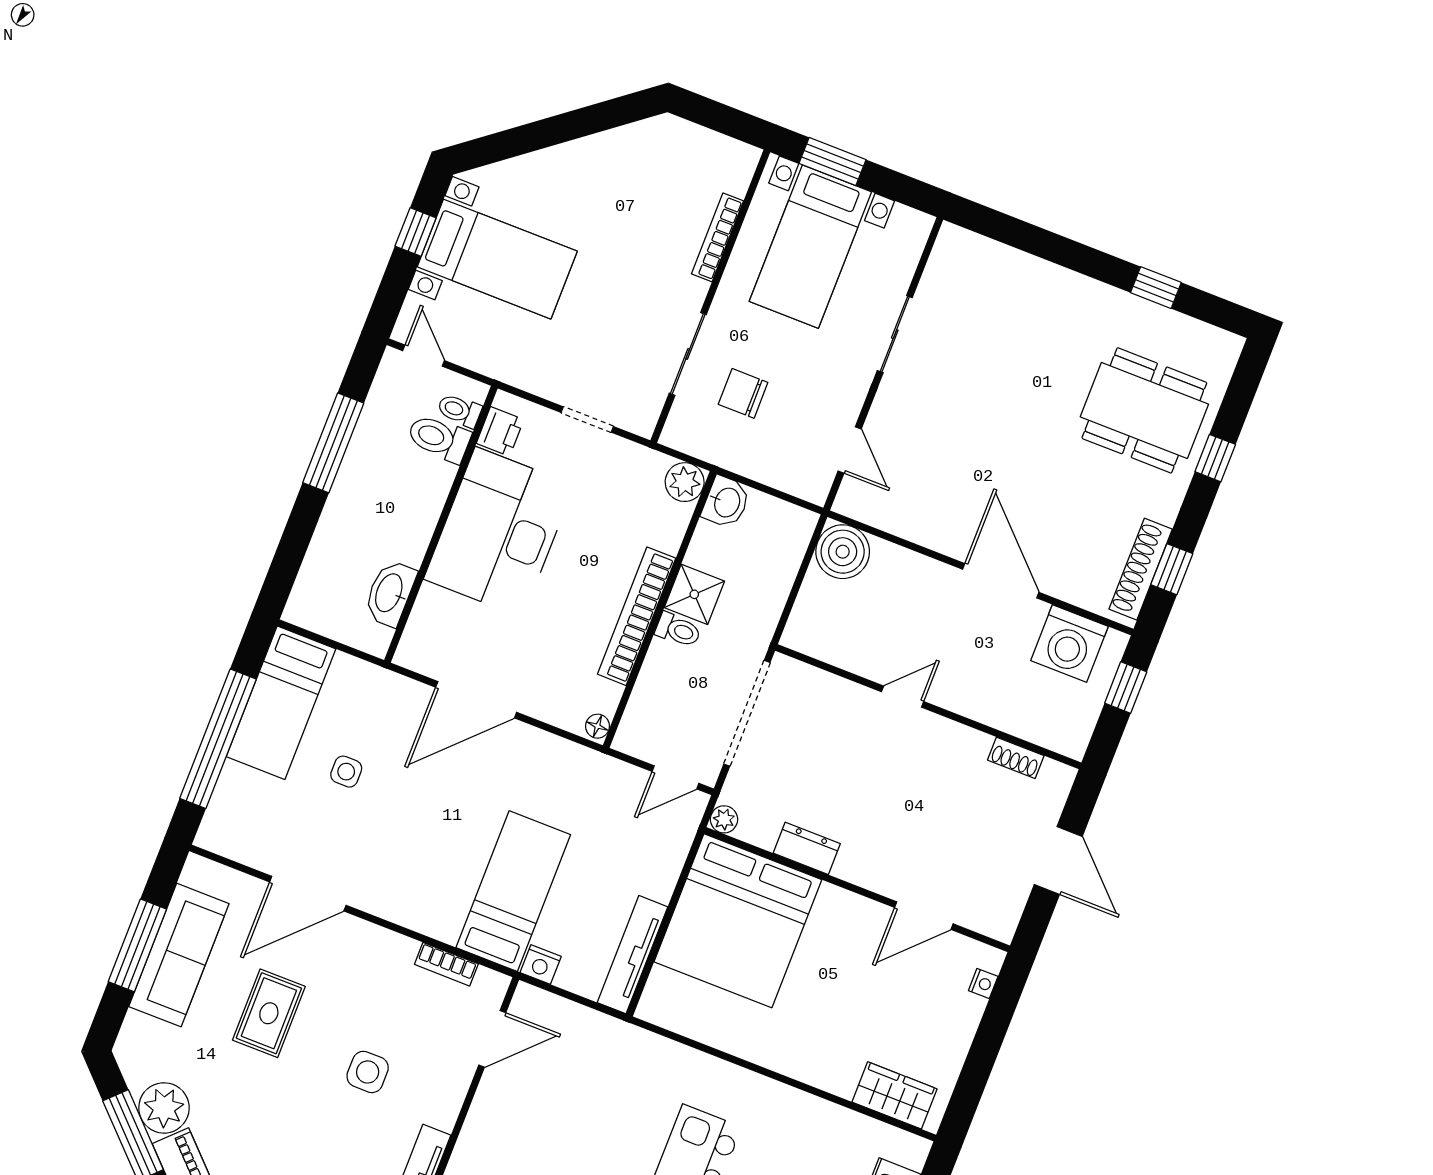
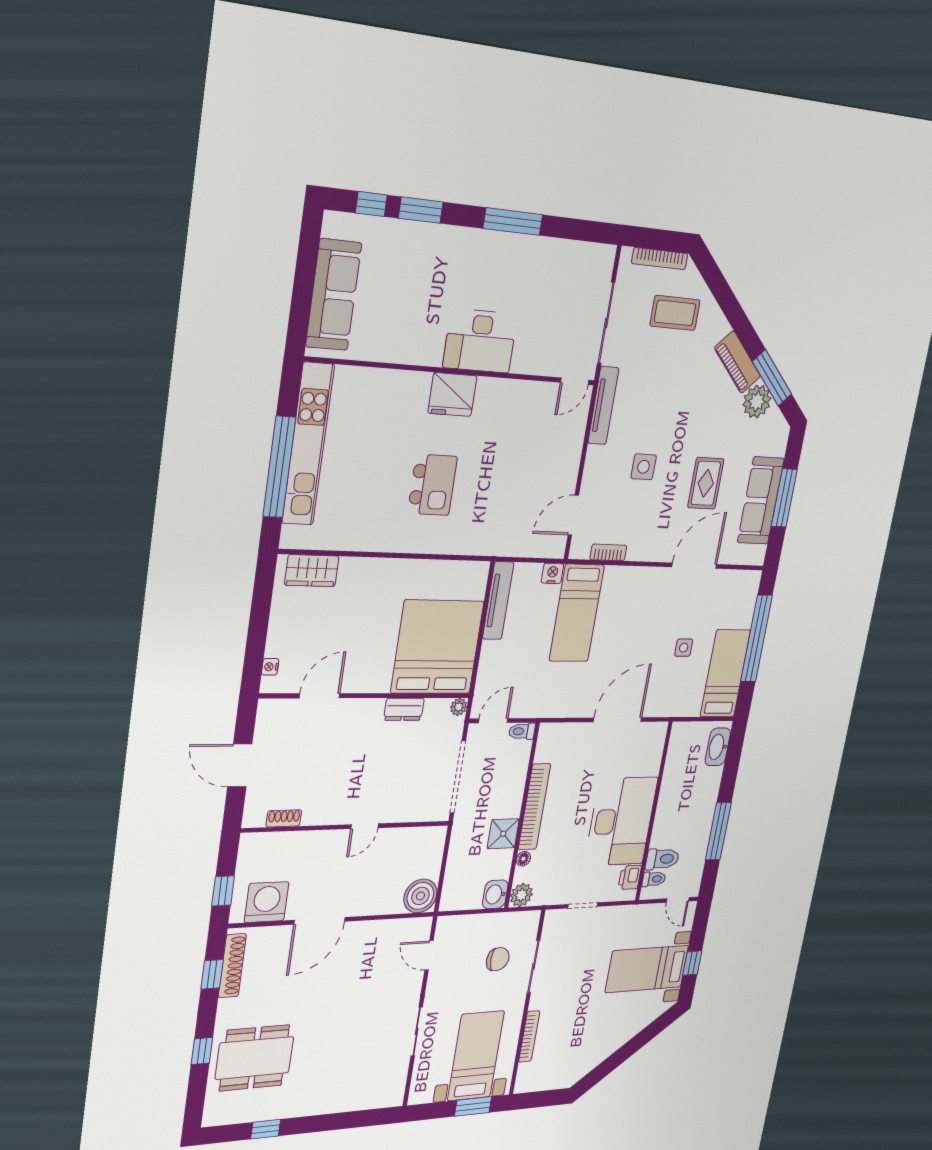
door: (1001, 581) -> (320, 921), hinge flipped
washbasin: (390, 593) -> (718, 747), moved, turned 180
toilet: (678, 630) -> (522, 731), moved
floor lamp: (598, 726) -> (523, 859), moved

